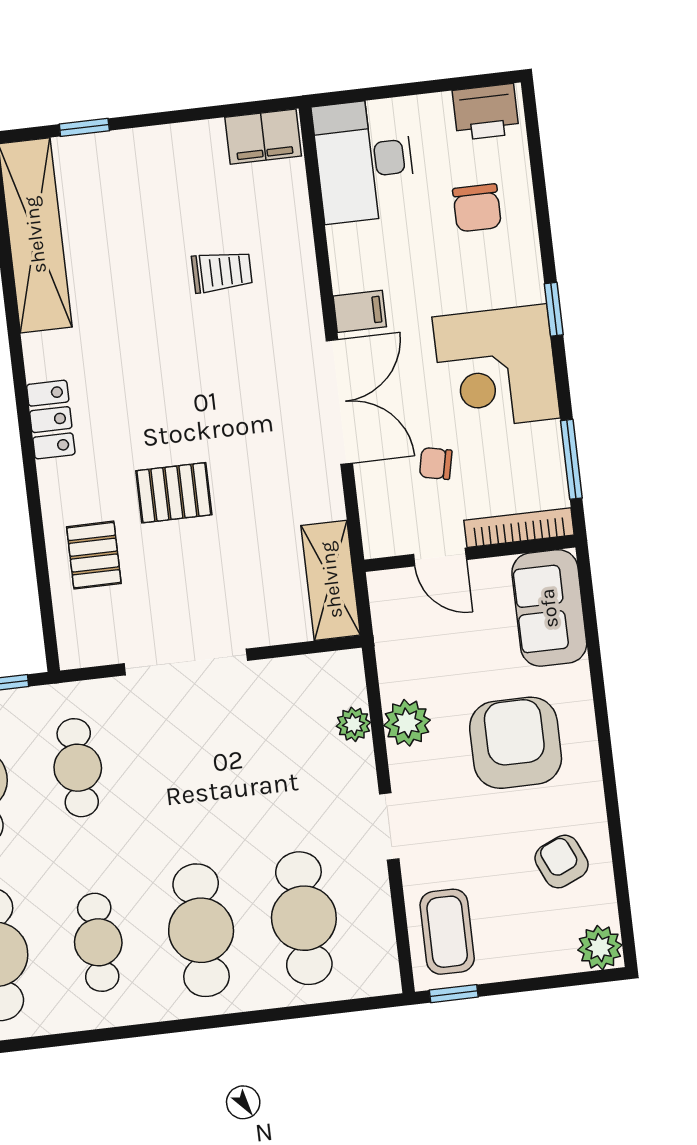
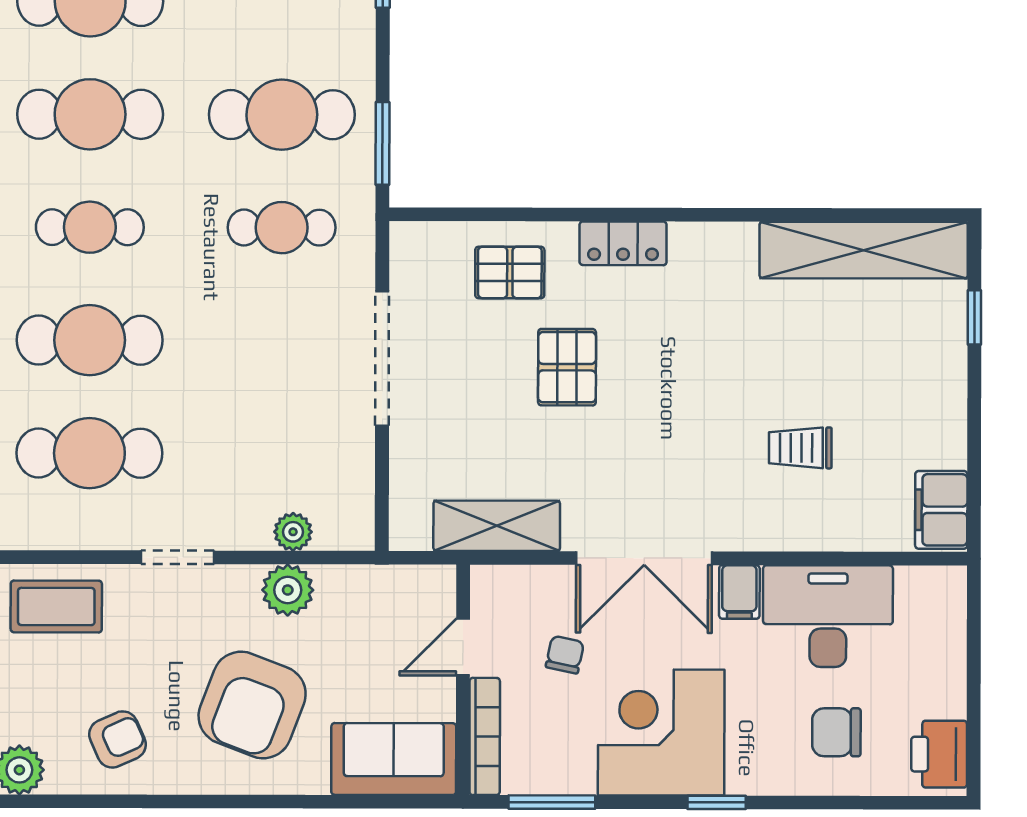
desk: (364, 161) -> (828, 616), moved
trolley: (222, 272) -> (800, 448), turned 90
locker: (51, 420) -> (623, 243), moved
shelving: (331, 580) -> (497, 526), moved
armchair: (516, 743) -> (252, 705), turned 111

